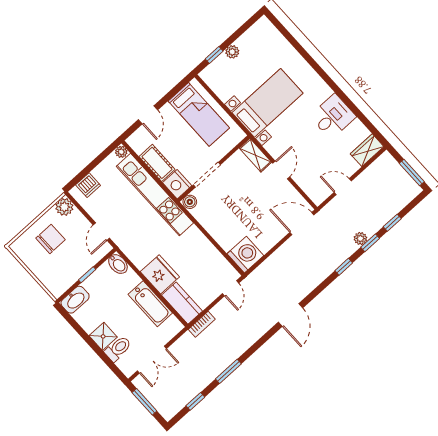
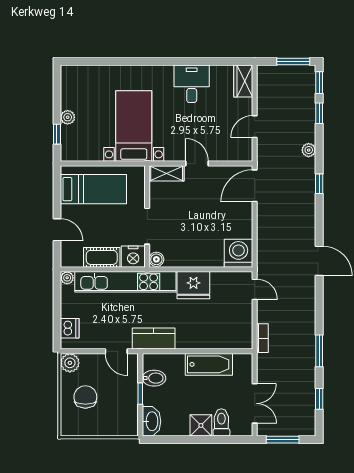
window: (370, 243) -> (319, 83), moved
bidet: (118, 264) -> (154, 378), moved
fridge: (160, 274) -> (193, 285), moved, turned 180
kitchen counter: (182, 303) -> (154, 339), moved

